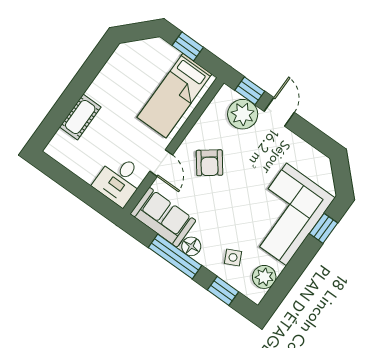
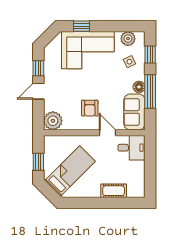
window: (250, 91) -> (38, 68), moved
bed: (174, 96) -> (70, 171), moved, turned -45
plant: (243, 114) -> (53, 121), moved
door: (161, 163) -> (108, 133), hinge flipped
armchair: (209, 163) -> (90, 108), turned 127

